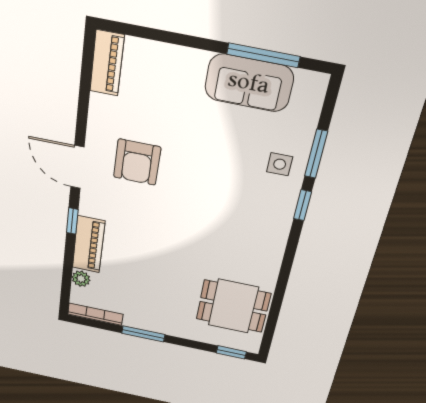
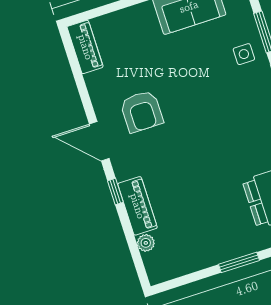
bookcase: (95, 314) -> (173, 272), removed
window: (143, 334) -> (239, 262), moved

